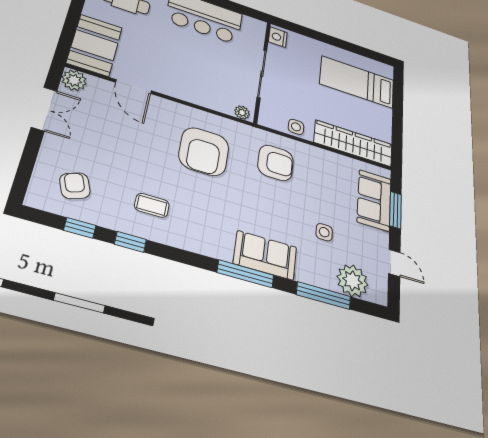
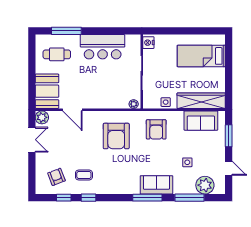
armchair: (276, 163) -> (156, 129), turned 90
sofa: (374, 200) -> (201, 121), moved, turned -90
coffee table: (152, 205) -> (84, 175), moved

